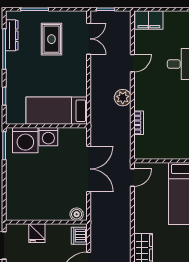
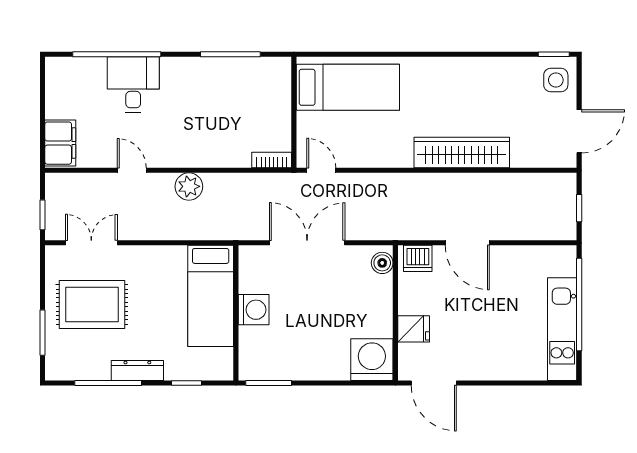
dresser: (12, 35) -> (137, 370), moved
rug: (51, 39) -> (92, 305), width x1.36, depth x1.43
bookcase: (139, 123) -> (272, 160), moved
washing machine: (25, 140) -> (372, 360), moved, turned -90

